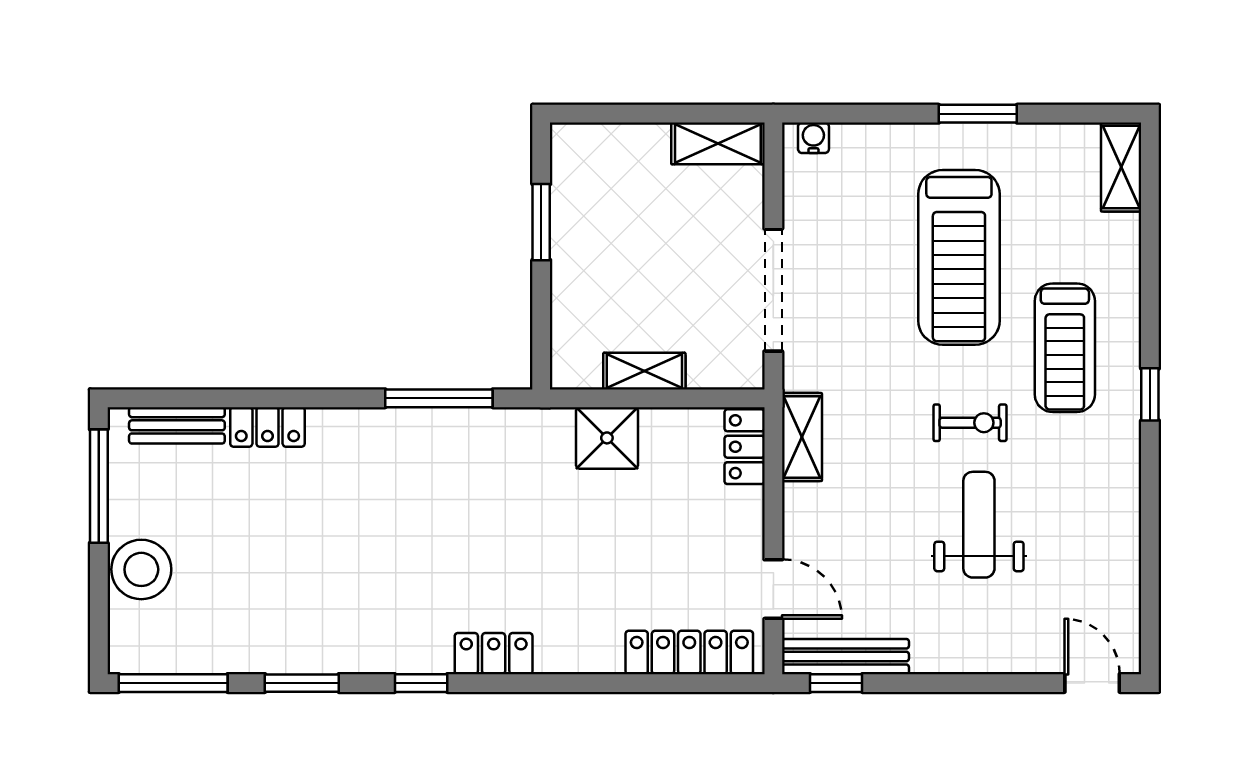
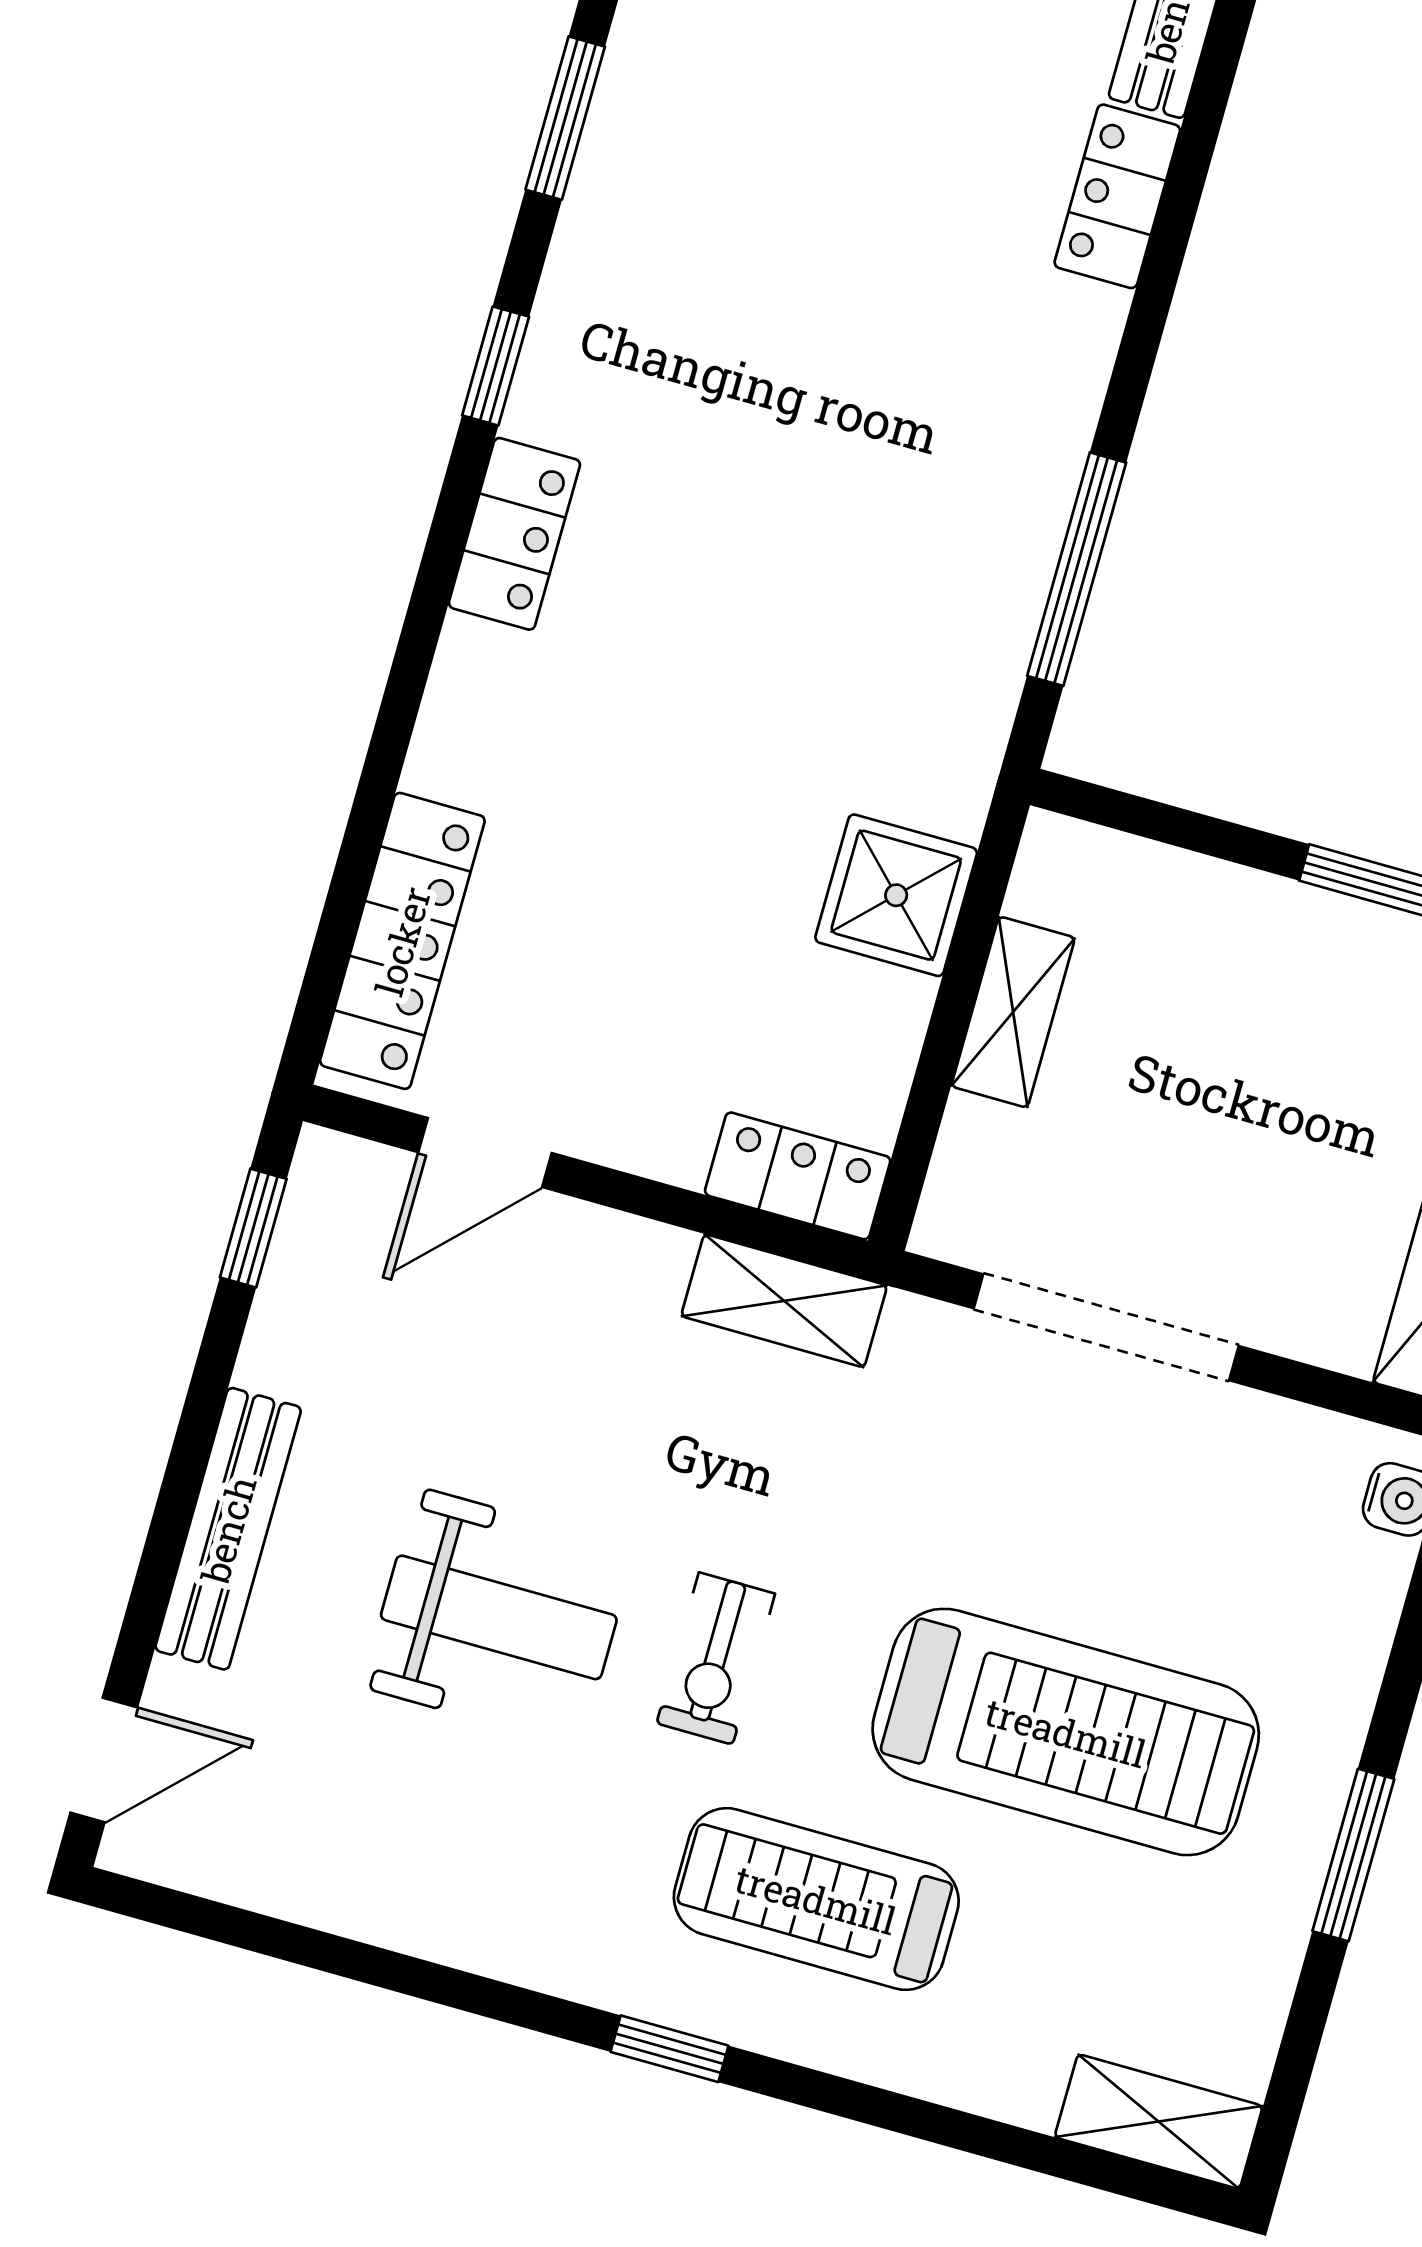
treadmill: (959, 257) -> (1066, 1732), turned 180
bench: (845, 657) -> (228, 1529), moved

